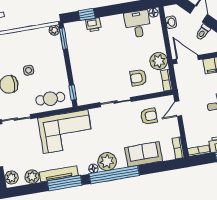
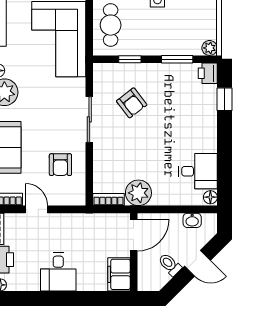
printer: (94, 25) -> (208, 73), moved
window: (64, 39) -> (177, 59), moved
armchair: (138, 78) -> (132, 103), moved, turned 142
window: (73, 92) -> (130, 59), moved
door: (178, 109) -> (37, 209), moved

